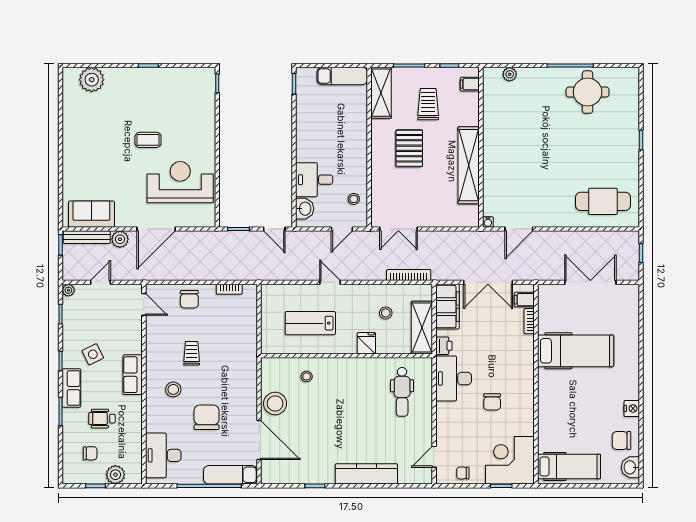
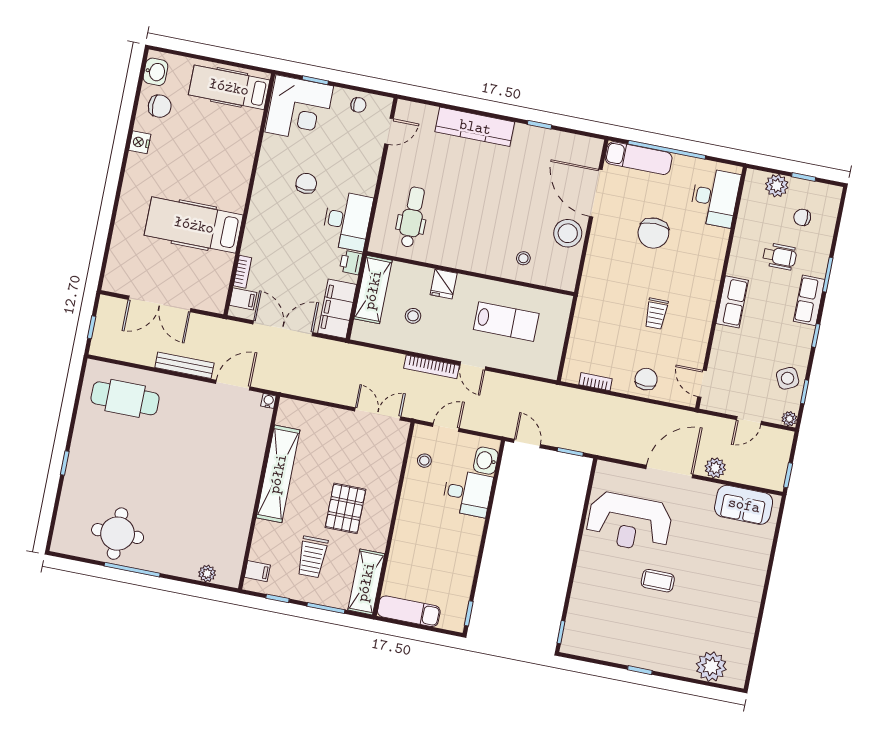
bench: (87, 237) -> (184, 365), moved
bookcase: (409, 275) -> (431, 367), moved
side table: (93, 354) -> (788, 378), moved
stool: (173, 389) -> (687, 274), removed

